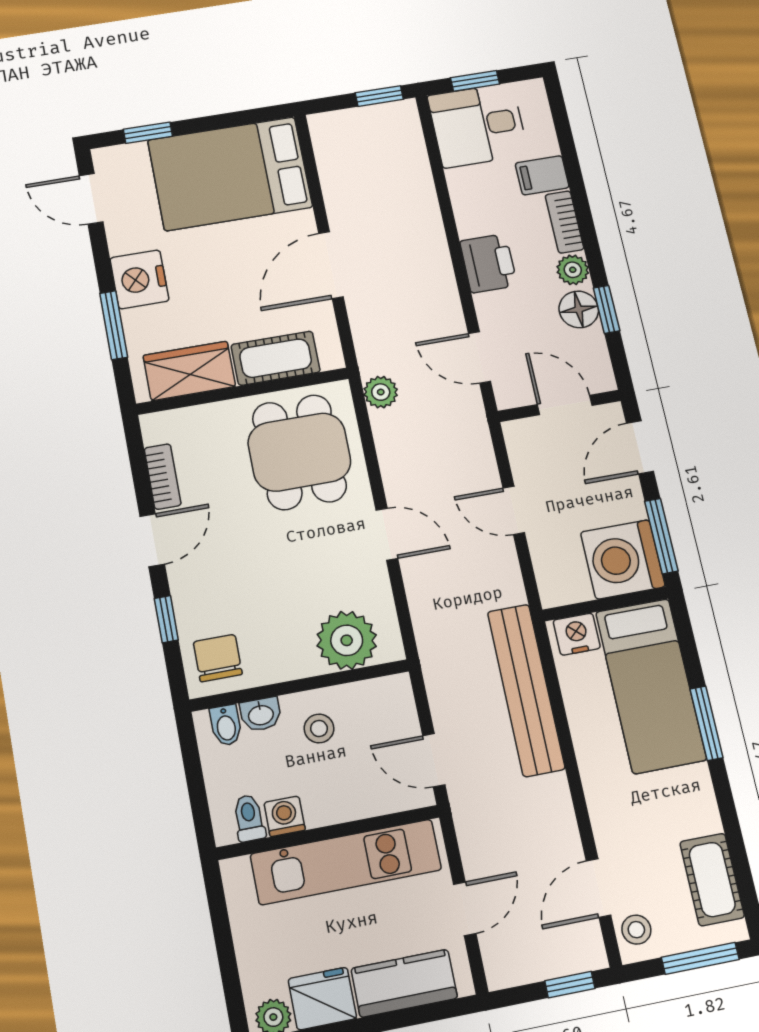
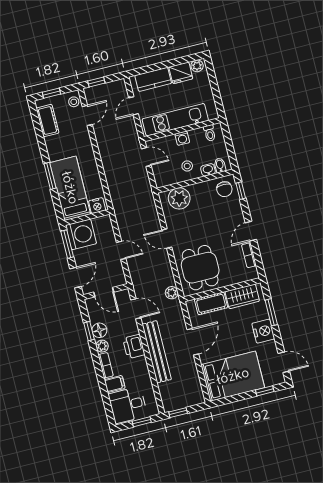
desk: (478, 125) -> (128, 405), moved, turned 180
window: (166, 619) -> (241, 191), moved
bench: (526, 690) -> (157, 352), moved
washing machine: (285, 816) -> (182, 138), moved
window: (700, 958) -> (51, 93), width x0.67

